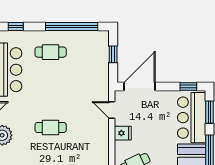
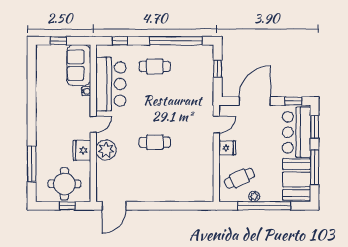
door: (140, 87) -> (255, 101), moved
door: (112, 110) -> (216, 125), swing flipped

